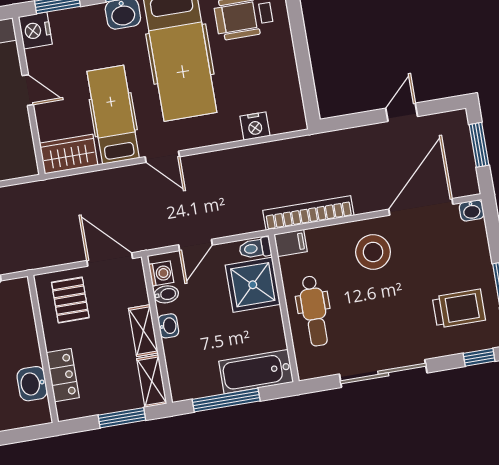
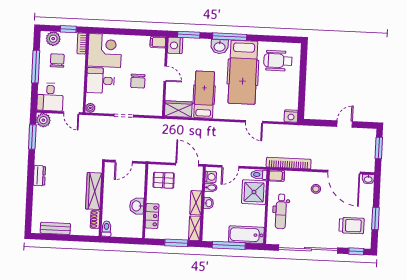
nightstand: (255, 126) -> (291, 116), moved
door: (162, 157) -> (254, 122), moved
door: (421, 207) -> (344, 172), swing flipped
stool: (373, 252) -> (316, 189), width x0.53, depth x0.53
pallet: (70, 300) -> (164, 180), turned 90
sliding door: (383, 374) -> (308, 249), width x1.36
washbasin: (32, 384) -> (137, 206), moved

